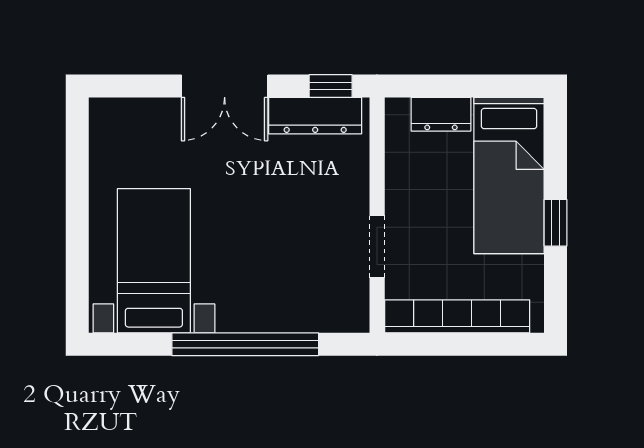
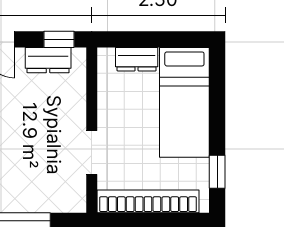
dresser: (315, 116) -> (48, 60), width x0.70
window: (556, 223) -> (217, 172), moved

